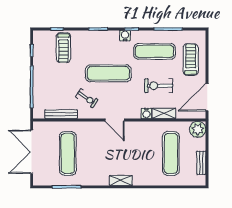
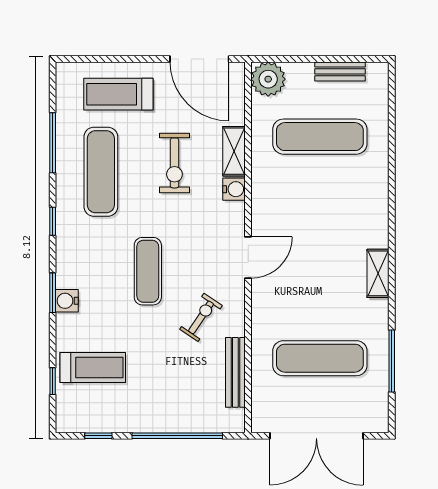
water cooler: (125, 36) -> (67, 301), moved
exercise mat: (108, 73) -> (148, 271), width x0.73, depth x0.69
shelving: (121, 180) -> (378, 273), moved

